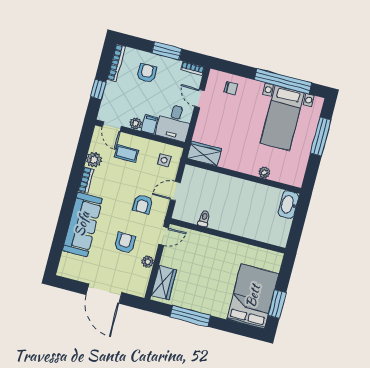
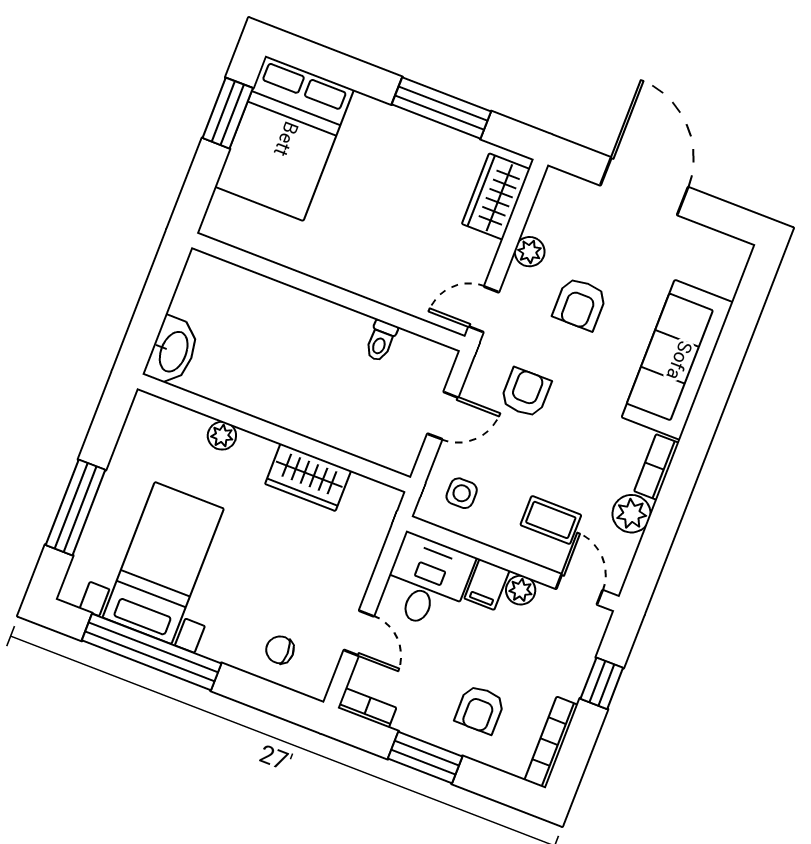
wardrobe: (204, 154) -> (308, 477), moved

